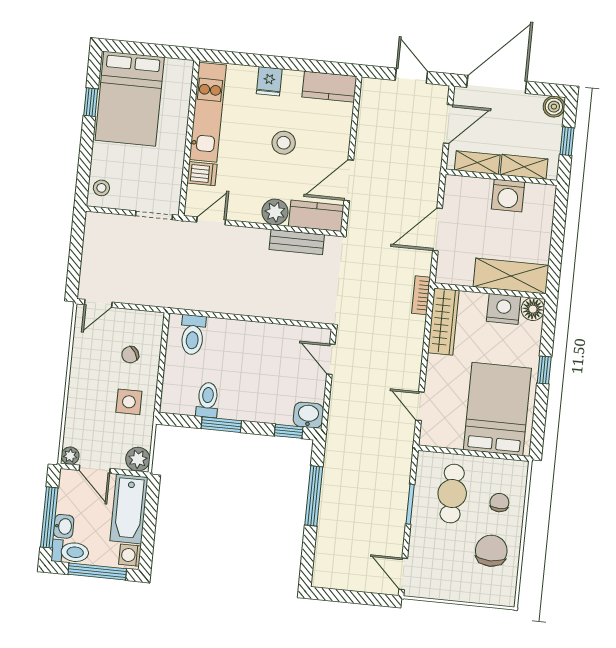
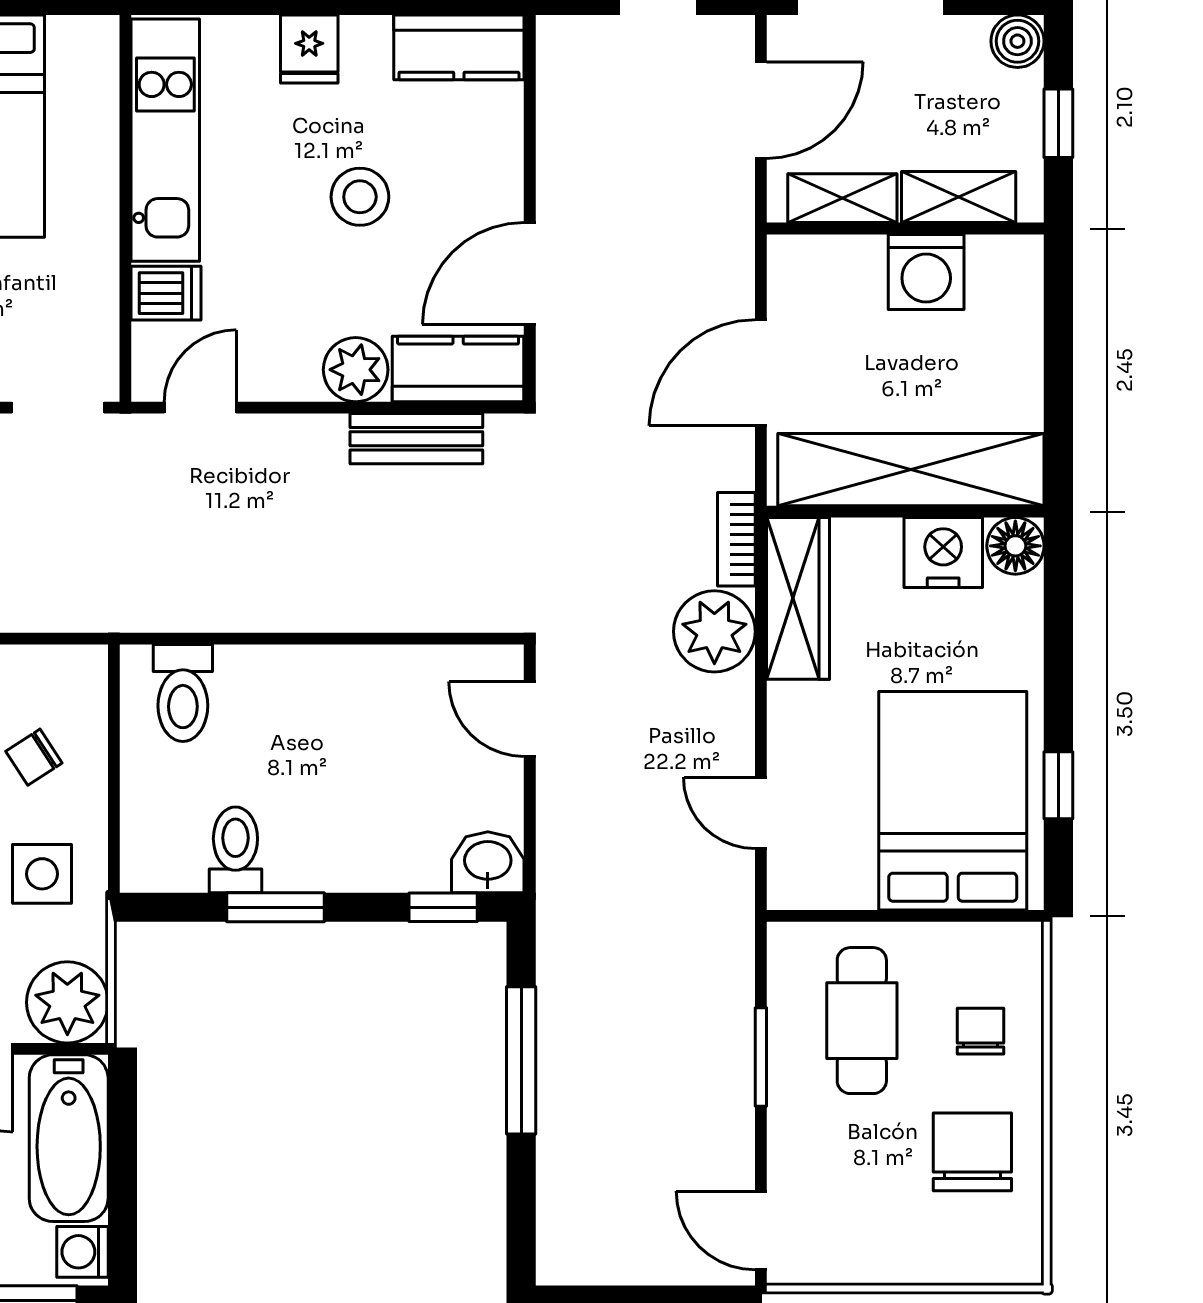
shelving: (511, 276) -> (911, 470), width x1.47
plant: (409, 331) -> (714, 631), added
window: (544, 370) -> (1058, 785), moved
plant: (138, 459) -> (67, 1002), width x1.36, depth x1.36

